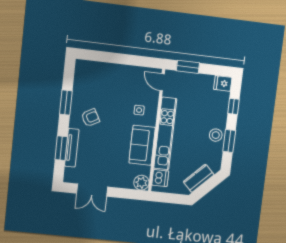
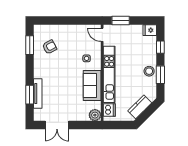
window: (66, 102) -> (30, 45), moved
armchair: (90, 118) -> (50, 47), moved

